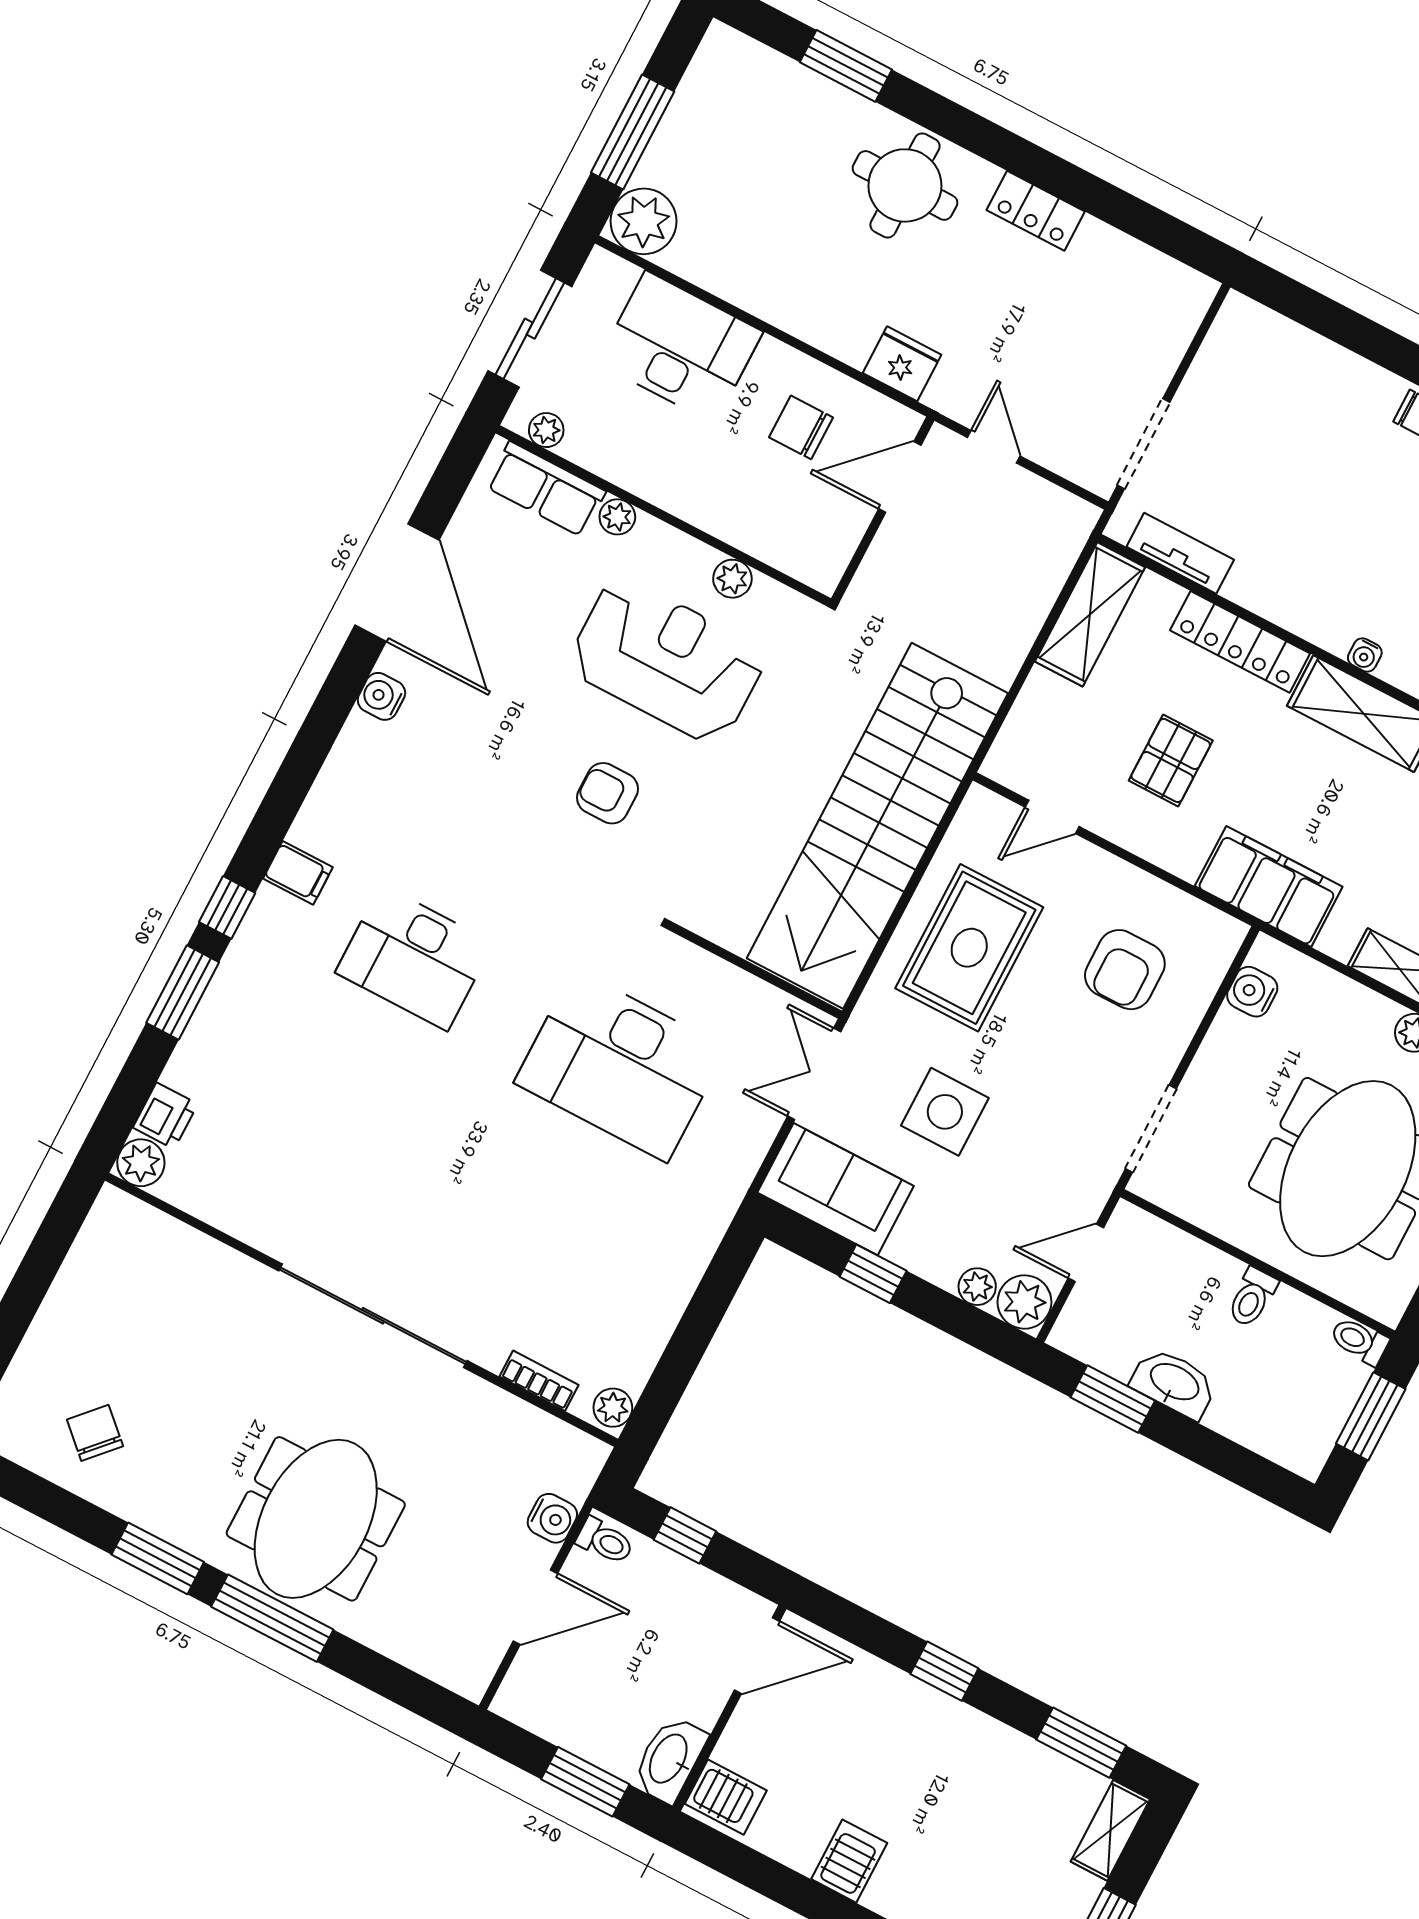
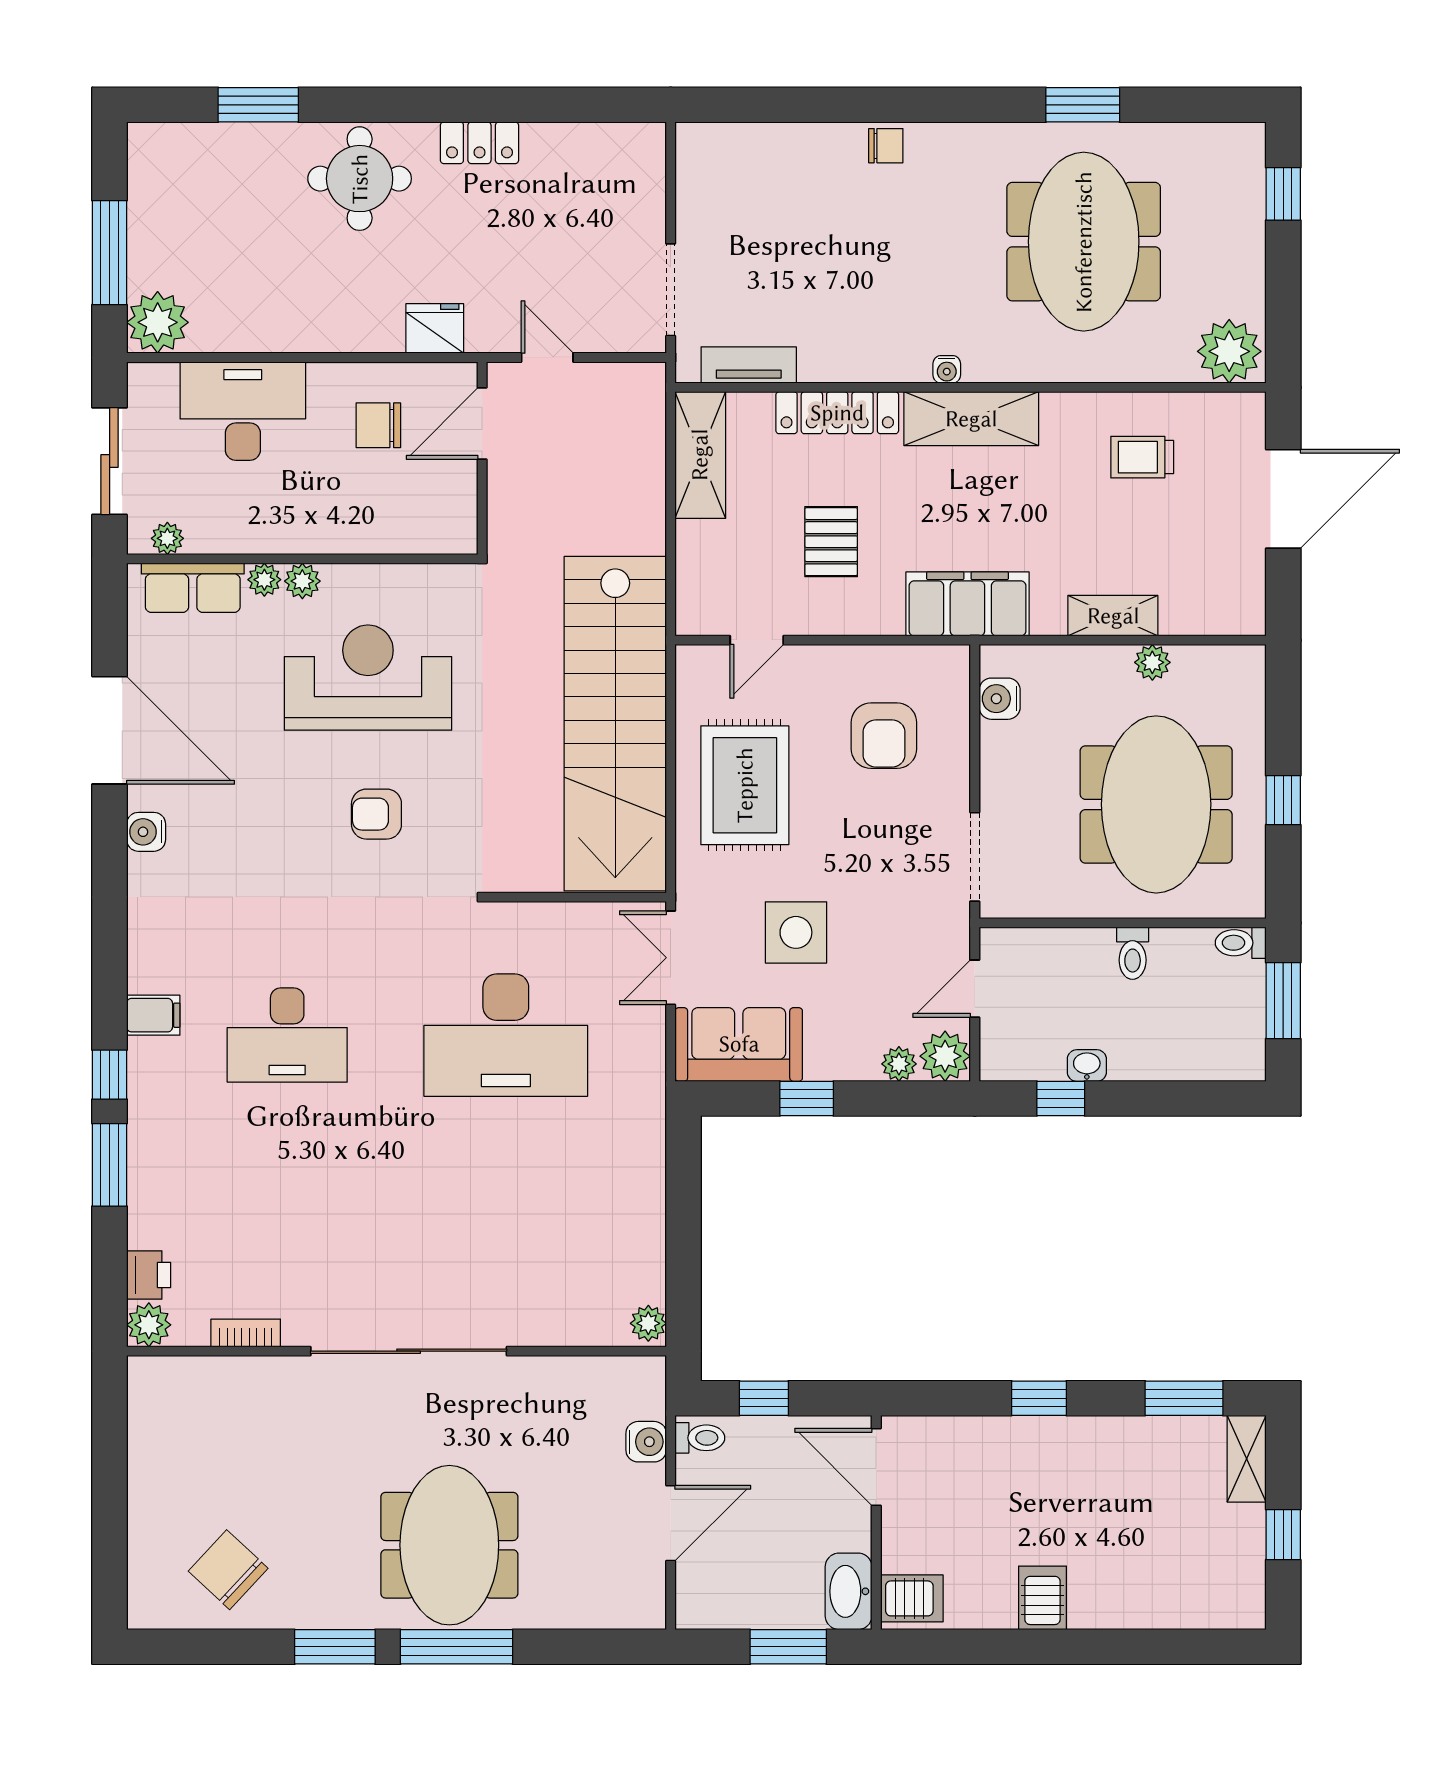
plant: (732, 579) -> (302, 581), moved
bookcase: (539, 1381) -> (246, 1333), moved
washbasin: (1174, 1383) -> (1087, 1066), width x0.52, depth x0.69
window: (1113, 1399) -> (1061, 1098), width x0.67
chair: (95, 1433) -> (228, 1570), width x1.37, depth x1.37
door: (757, 1656) -> (876, 1467), swing flipped

